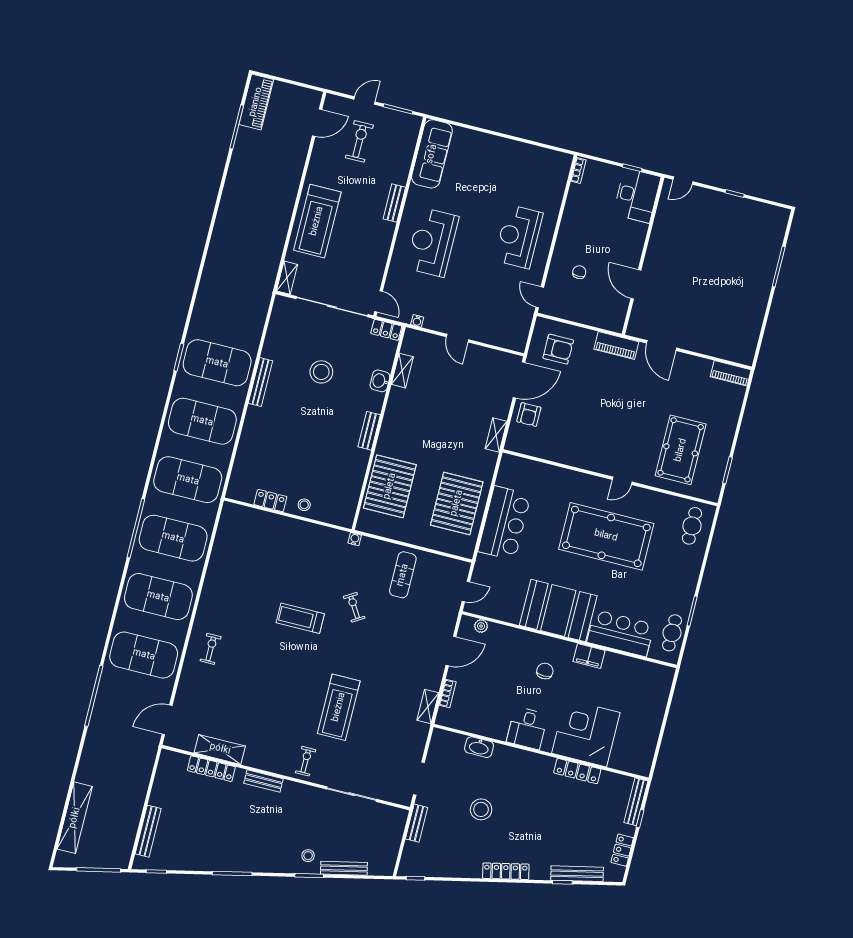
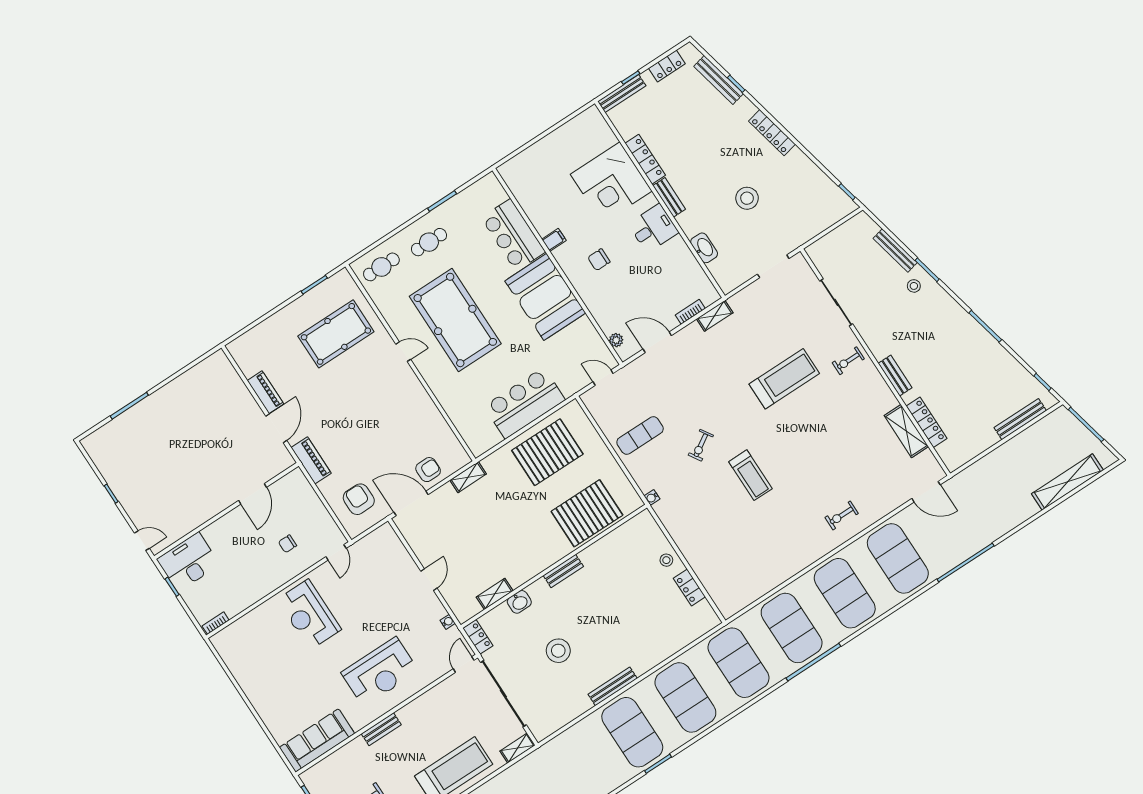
reception desk: (519, 237) -> (309, 615), turned 90
piano: (731, 373) -> (265, 392), moved
cafe table: (672, 633) -> (429, 242), moved
filing cabinet: (589, 656) -> (554, 240), width x0.50
bench: (416, 823) -> (669, 197), moved, turned 90

